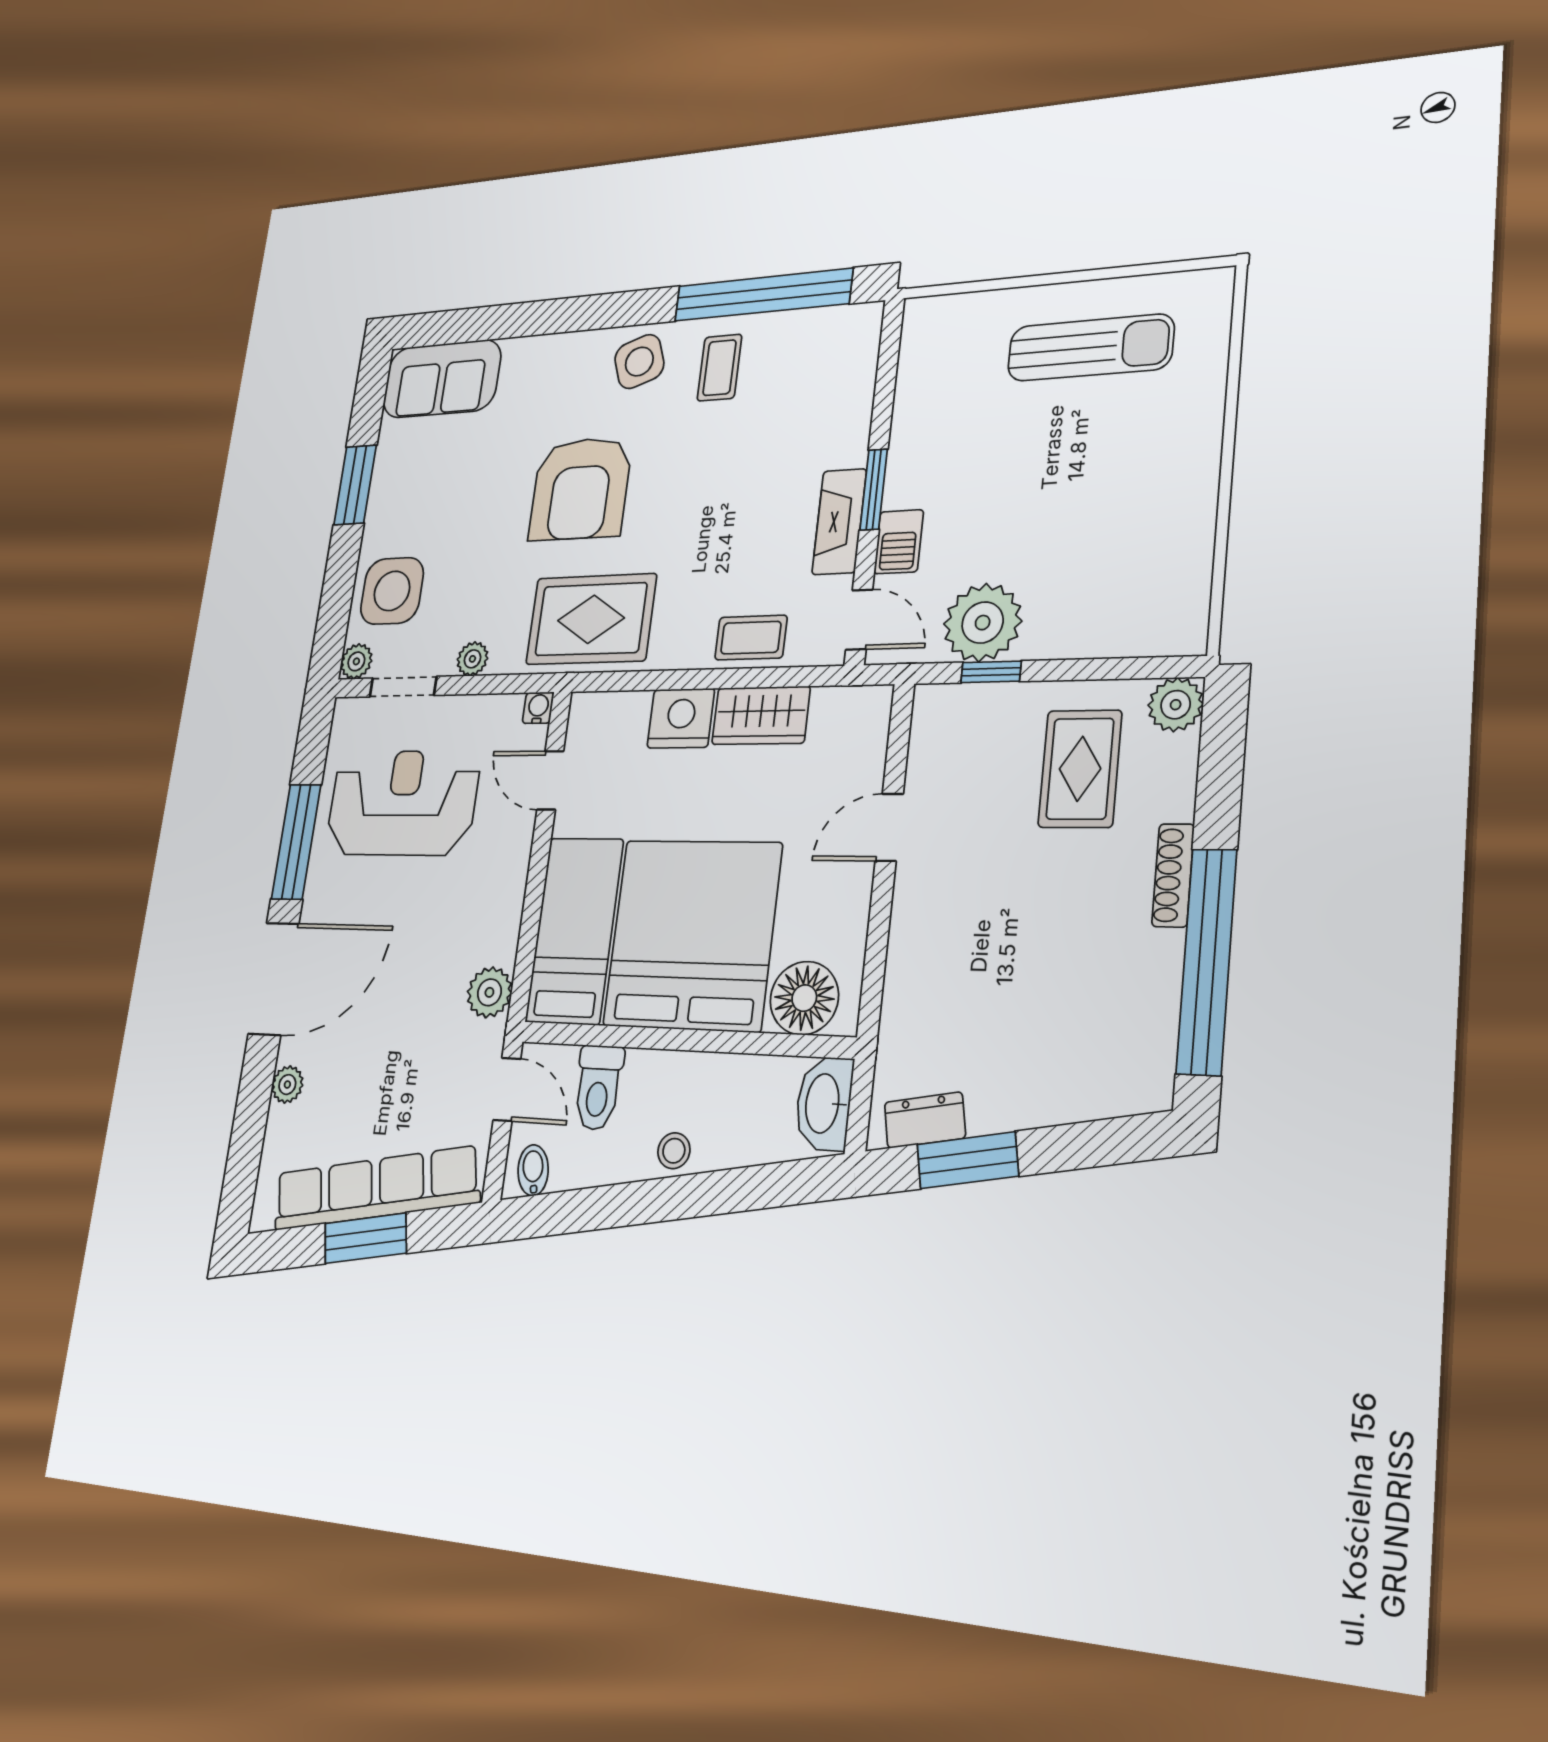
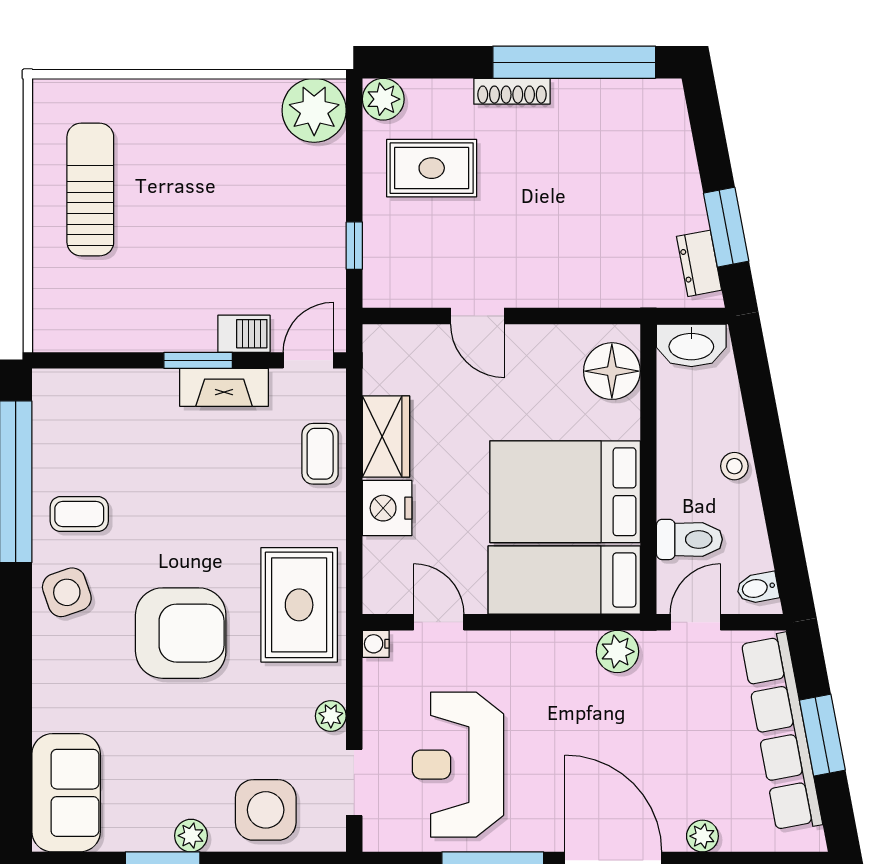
plant: (983, 623) -> (314, 110), moved
plant: (356, 661) -> (191, 836), moved
door: (550, 780) -> (439, 622), swing flipped
bed: (692, 935) -> (565, 492), width x0.73

